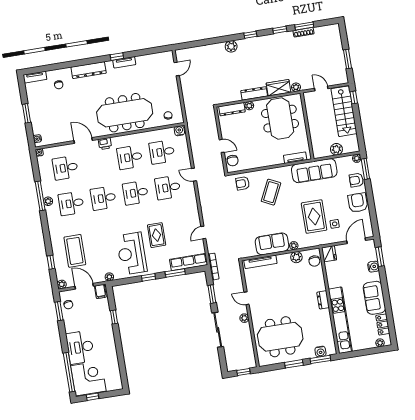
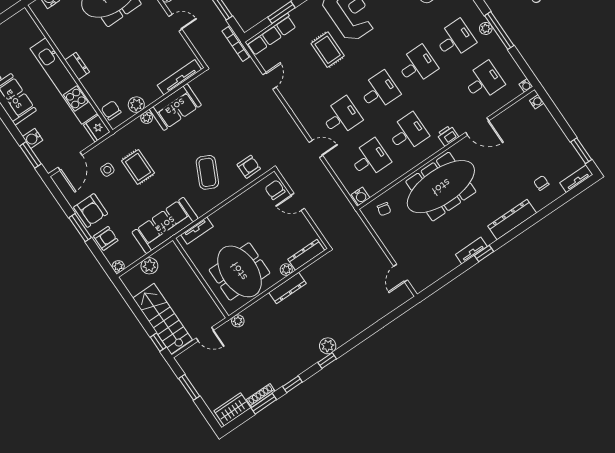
plant: (231, 46) -> (328, 346), moved
wardrobe: (278, 88) -> (232, 409), moved, turned 180
window: (27, 113) -> (581, 151), moved
window: (365, 169) -> (80, 228), moved
rug: (314, 217) -> (138, 167), width x0.73, depth x0.70
kitchen unit: (340, 320) -> (64, 81), moved

